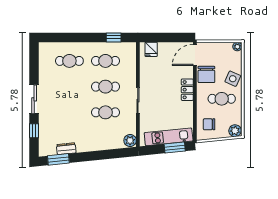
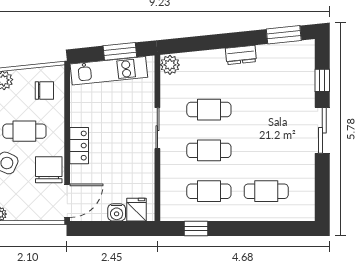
water cooler: (164, 48) -> (117, 212), added
window: (175, 148) -> (120, 51), moved
dresser: (66, 149) -> (241, 55), moved

